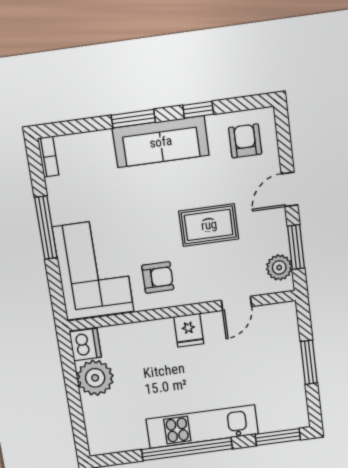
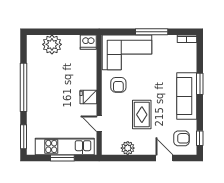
window: (198, 110) -> (200, 138), moved
door: (289, 189) -> (164, 158), moved
window: (296, 247) -> (124, 158), removed
plant: (279, 267) -> (128, 148), moved
plant: (95, 378) -> (52, 44), moved
kitchen unit: (202, 427) -> (65, 146), moved, turned -90

